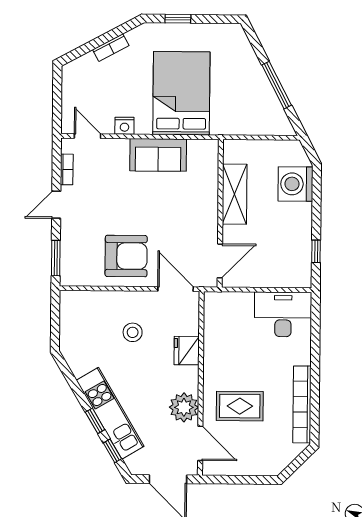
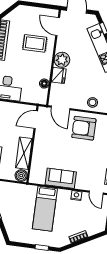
bed: (181, 93) -> (45, 209), width x0.67
boiler: (234, 151) -> (21, 176), added
stool: (133, 332) -> (92, 102), moved
floor lamp: (212, 332) -> (44, 84), added
plant: (184, 407) -> (62, 60), moved

